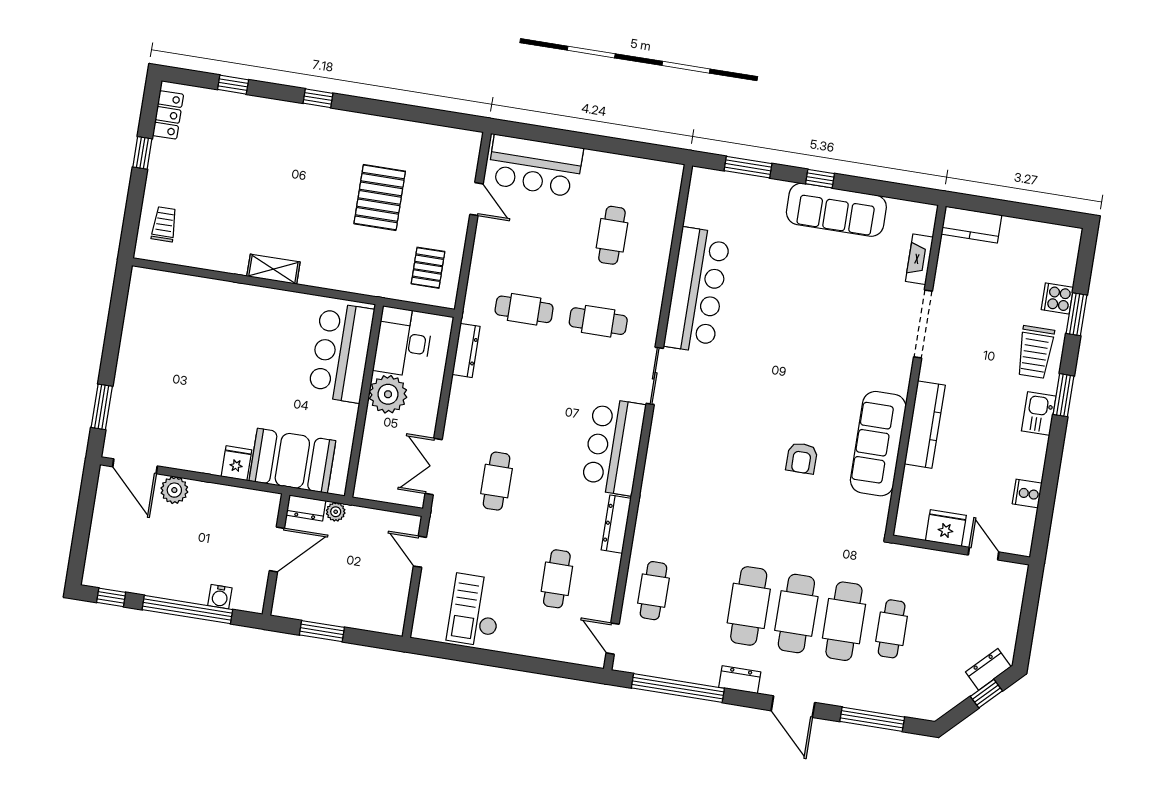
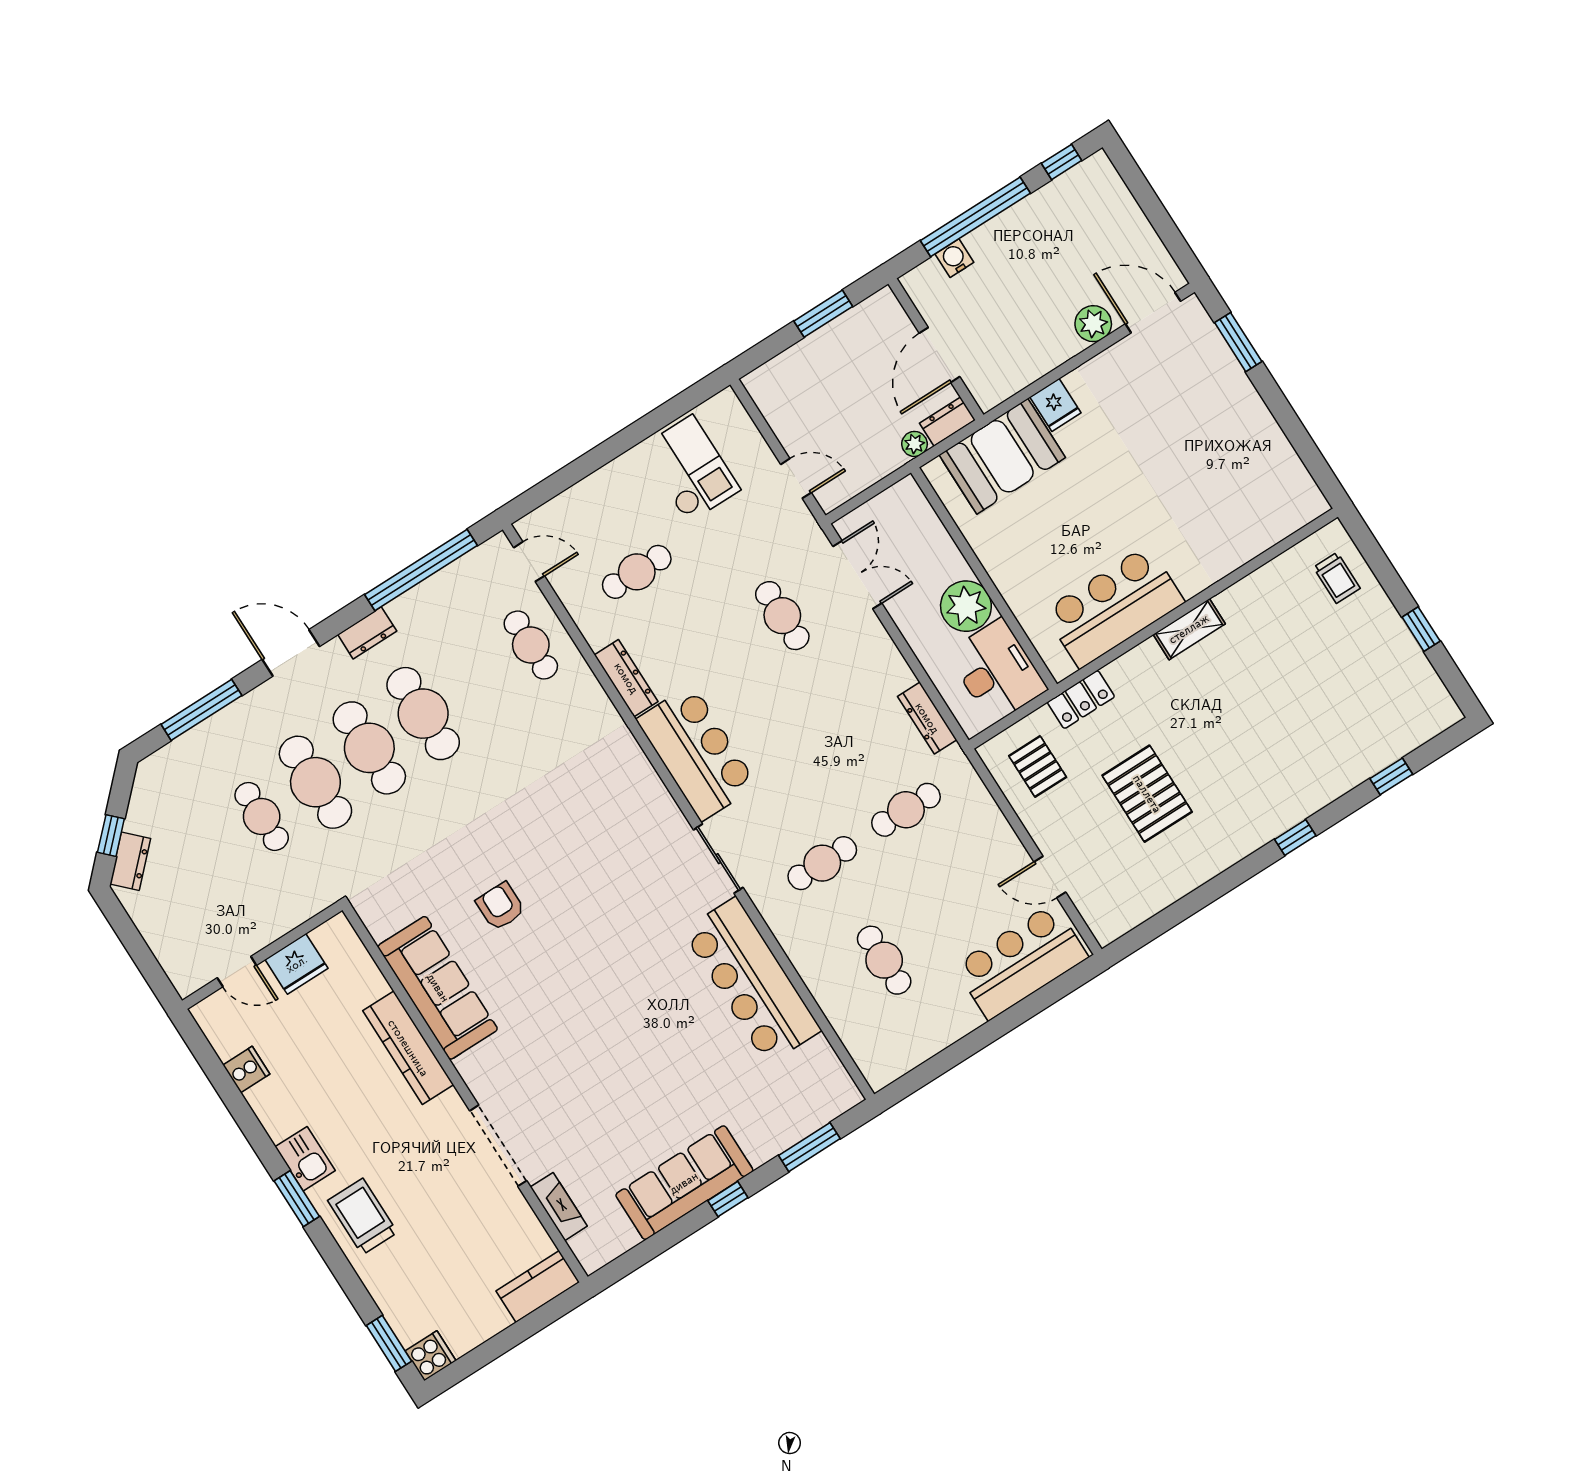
locker: (168, 115) -> (1081, 699), moved, turned -90
cooker: (1057, 298) -> (431, 1356), moved
window: (1076, 314) -> (389, 1343), moved
bar counter: (341, 352) -> (1114, 607), moved, turned -90
cafe table: (557, 579) -> (637, 572), turned 90

